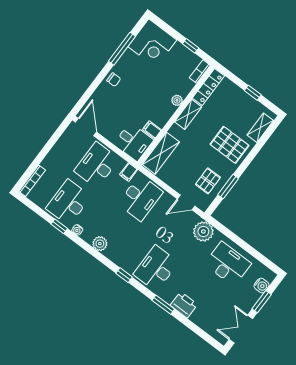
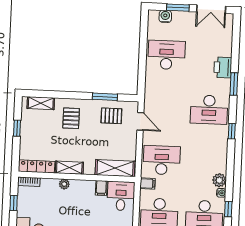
pallet: (229, 145) -> (71, 118), width x0.67, depth x0.71
plant: (203, 231) -> (154, 92), removed
plant: (100, 244) -> (219, 180), moved
desk: (228, 264) -> (166, 55), turned 90

